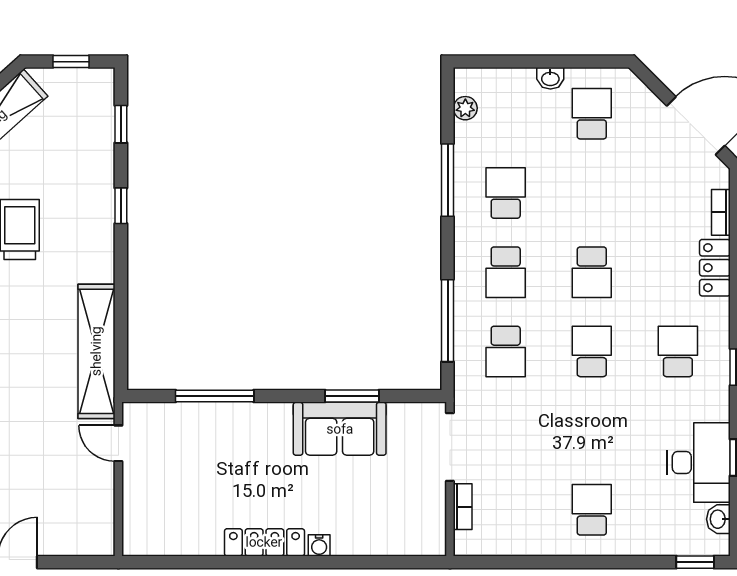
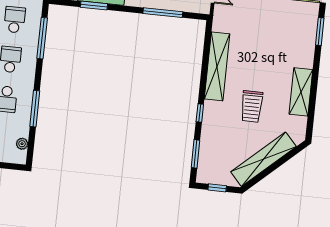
window: (121, 124) -> (196, 154), width x1.50
shelving: (96, 351) -> (217, 66), moved

